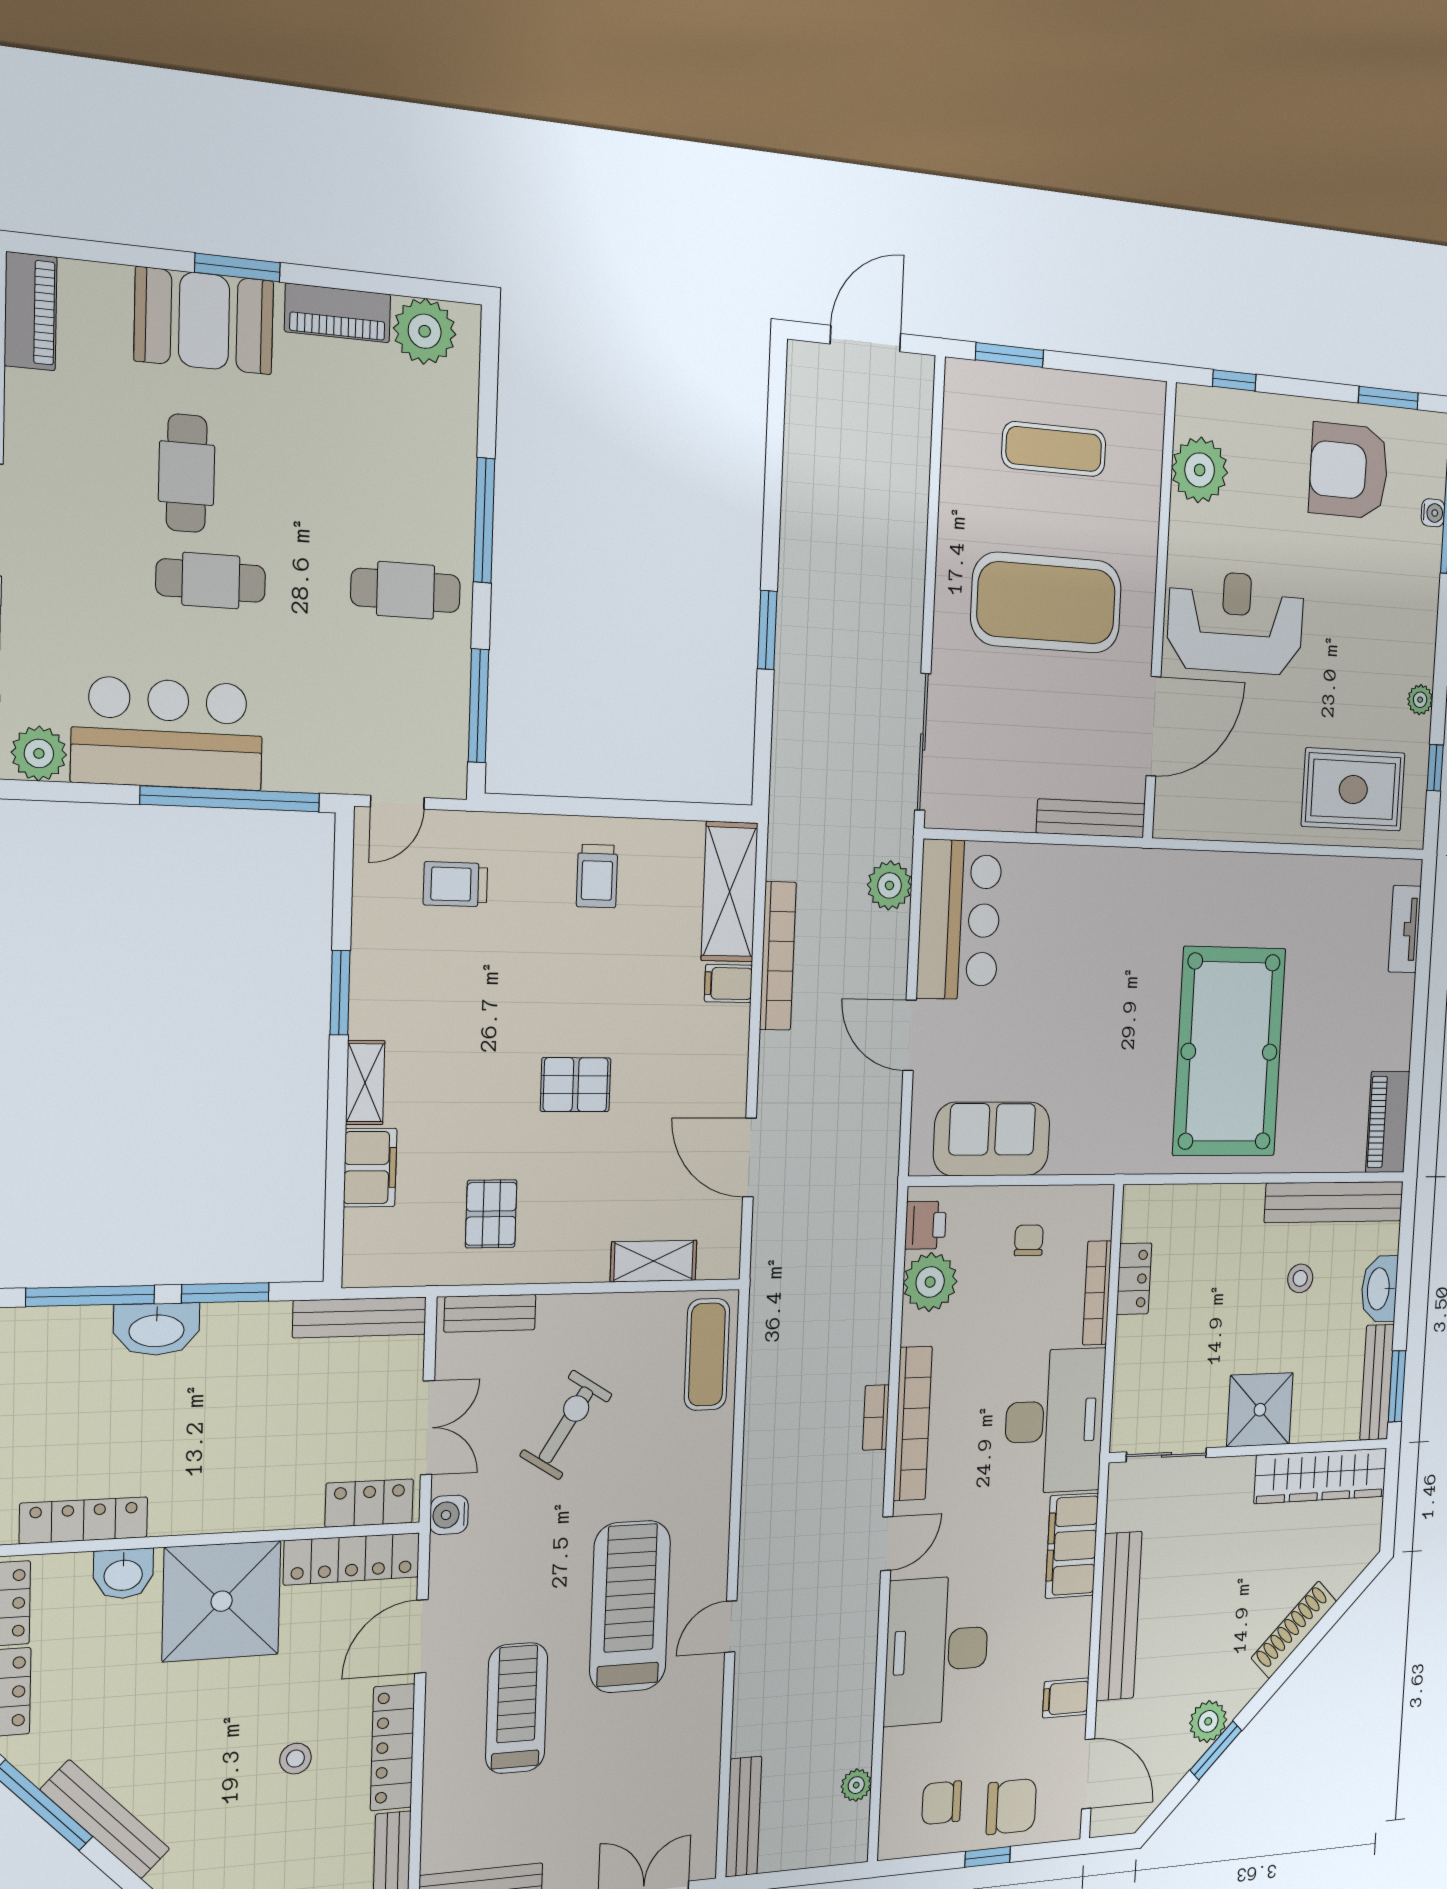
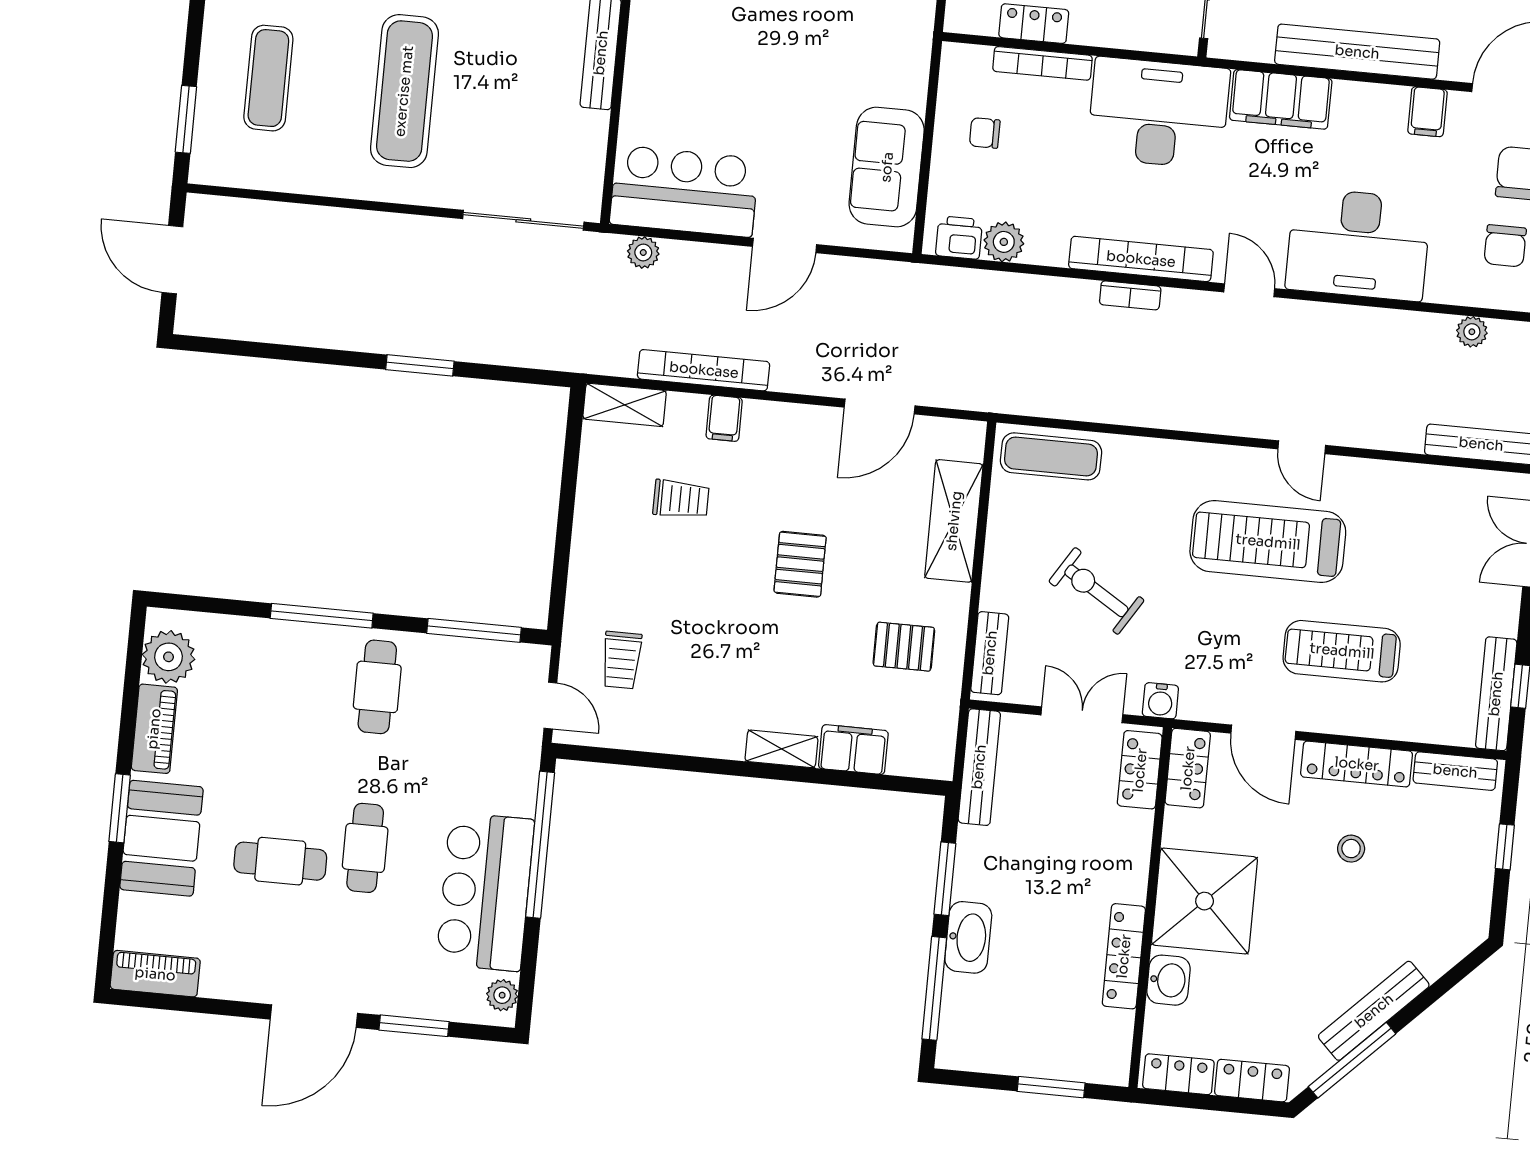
exercise mat: (1046, 603) -> (404, 91), width x0.68
plant: (39, 753) -> (502, 995), width x0.73, depth x0.73
trolley: (597, 876) -> (681, 499), moved
plant: (889, 885) -> (643, 253), width x0.73, depth x0.73
shelving: (730, 892) -> (625, 405), width x0.67, depth x0.75
window: (340, 993) -> (705, 765), removed
shelving: (654, 1261) -> (954, 521), width x1.50, depth x1.33
plant: (930, 1282) -> (1004, 242), width x0.73, depth x0.73
locker: (84, 1520) -> (1124, 956), moved
locker: (352, 1559) -> (1188, 768), width x0.66

